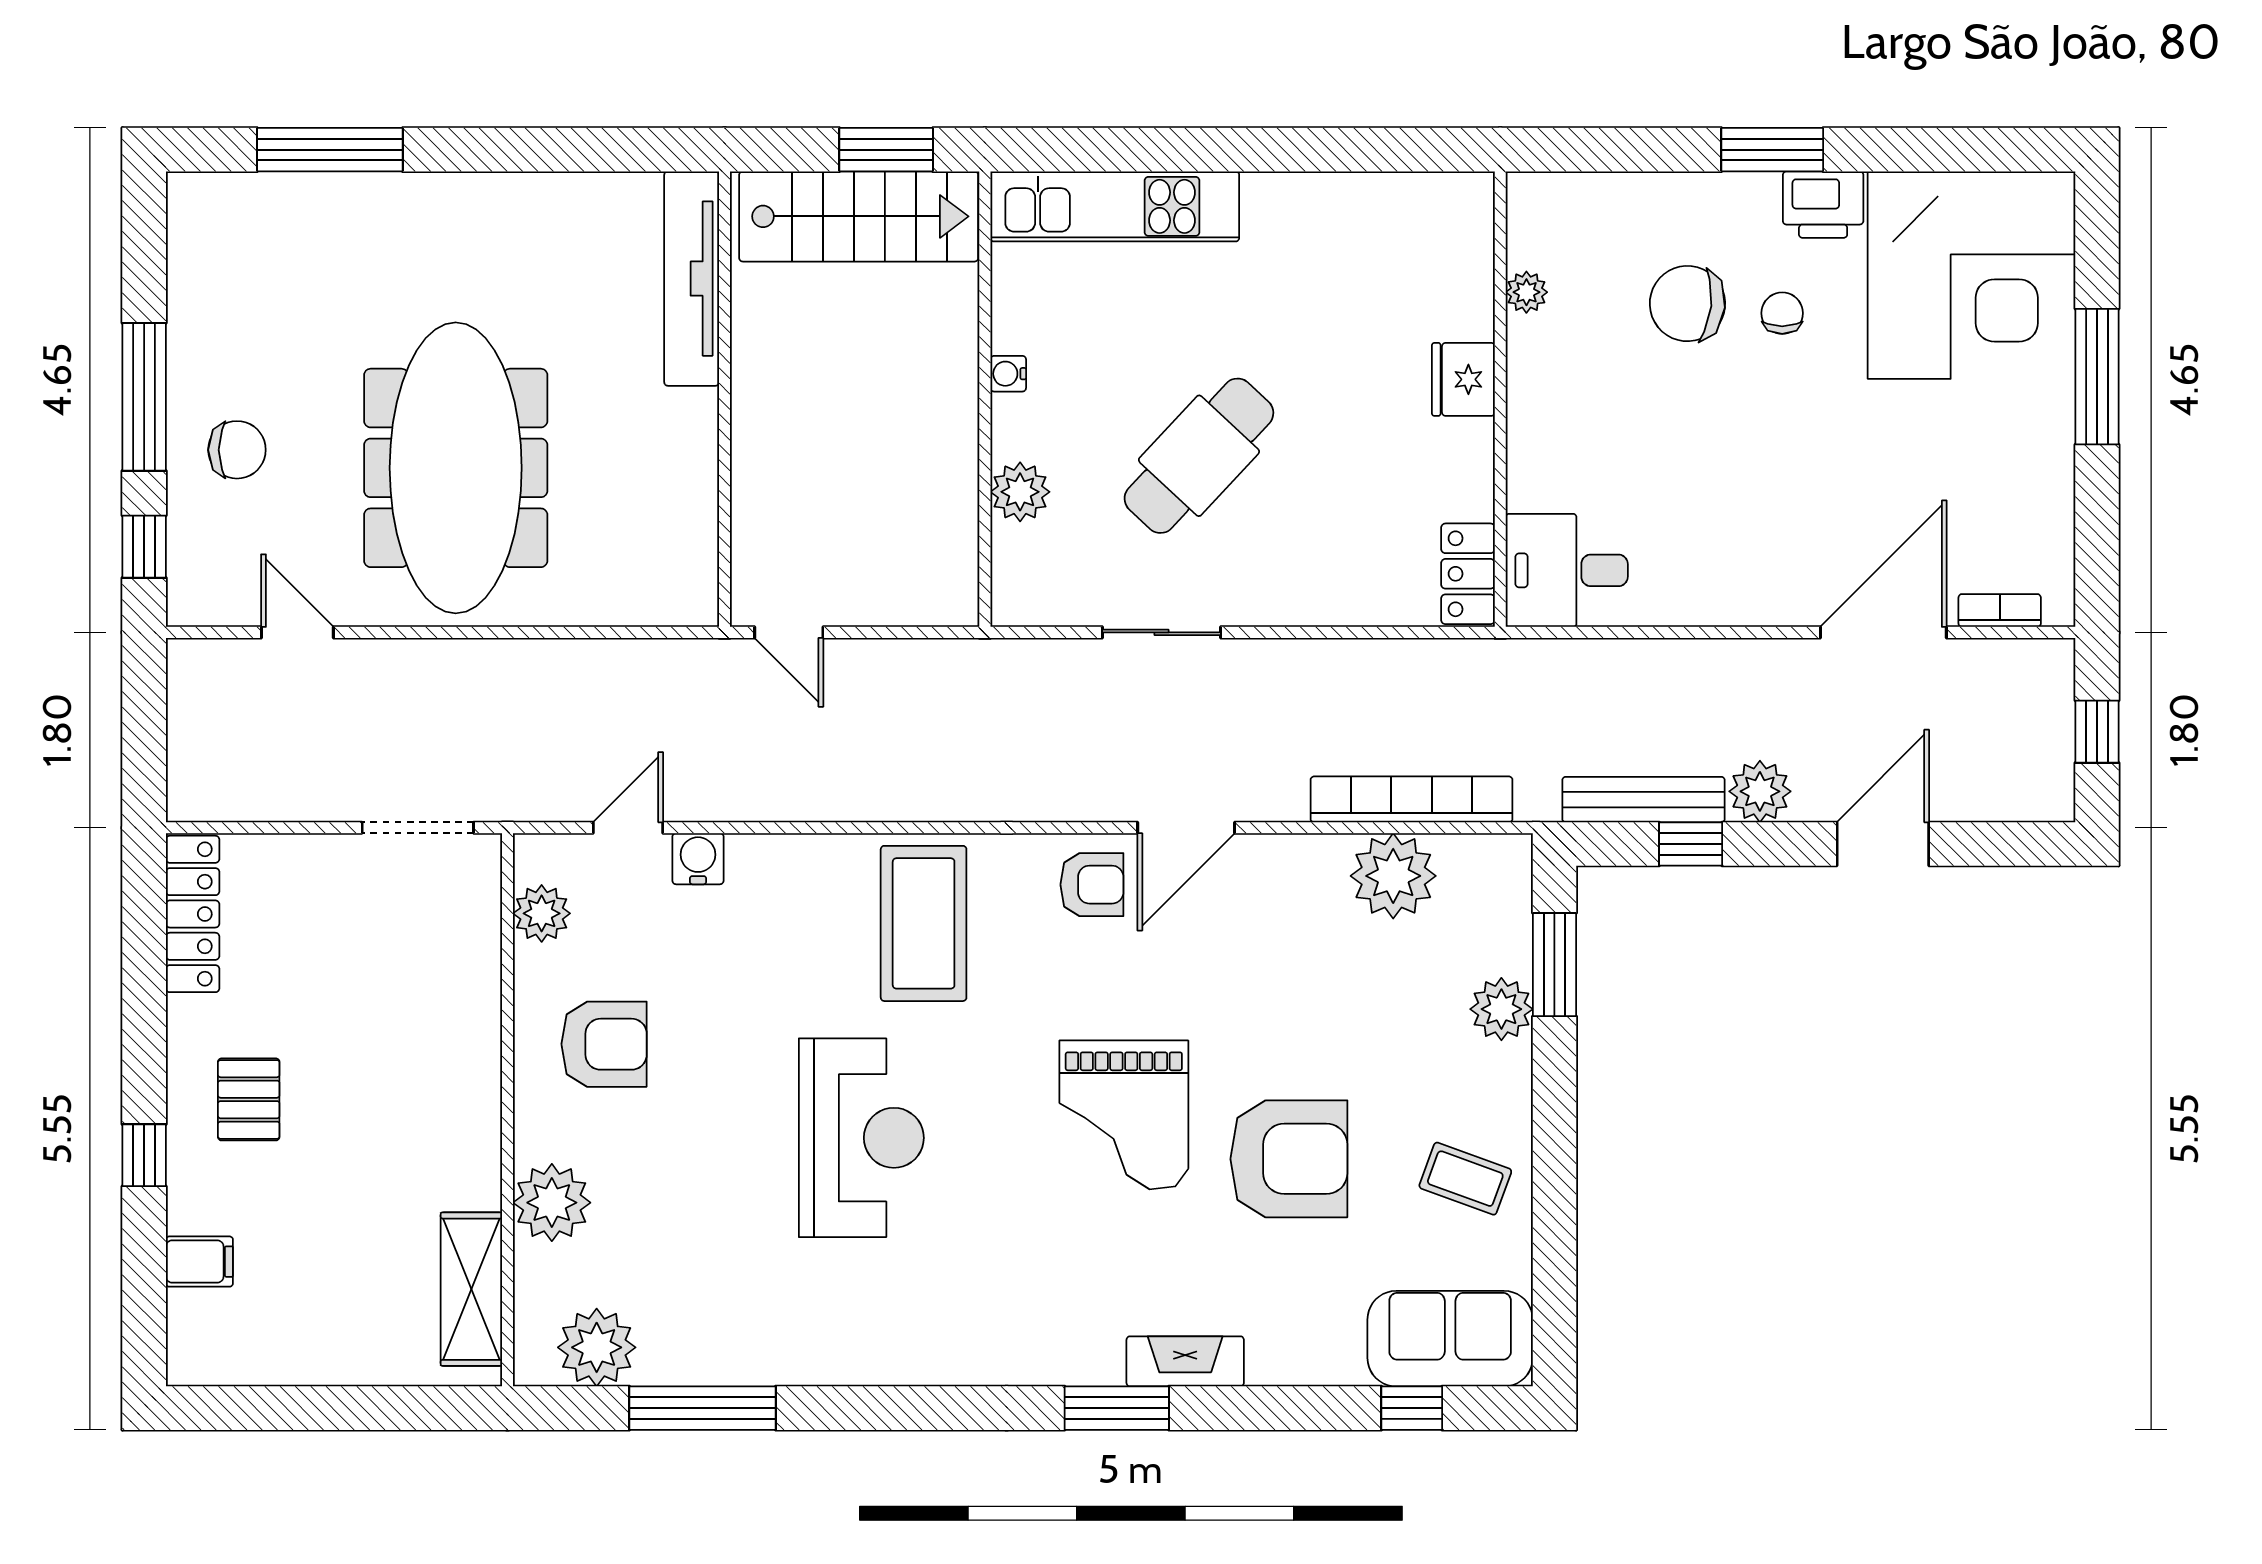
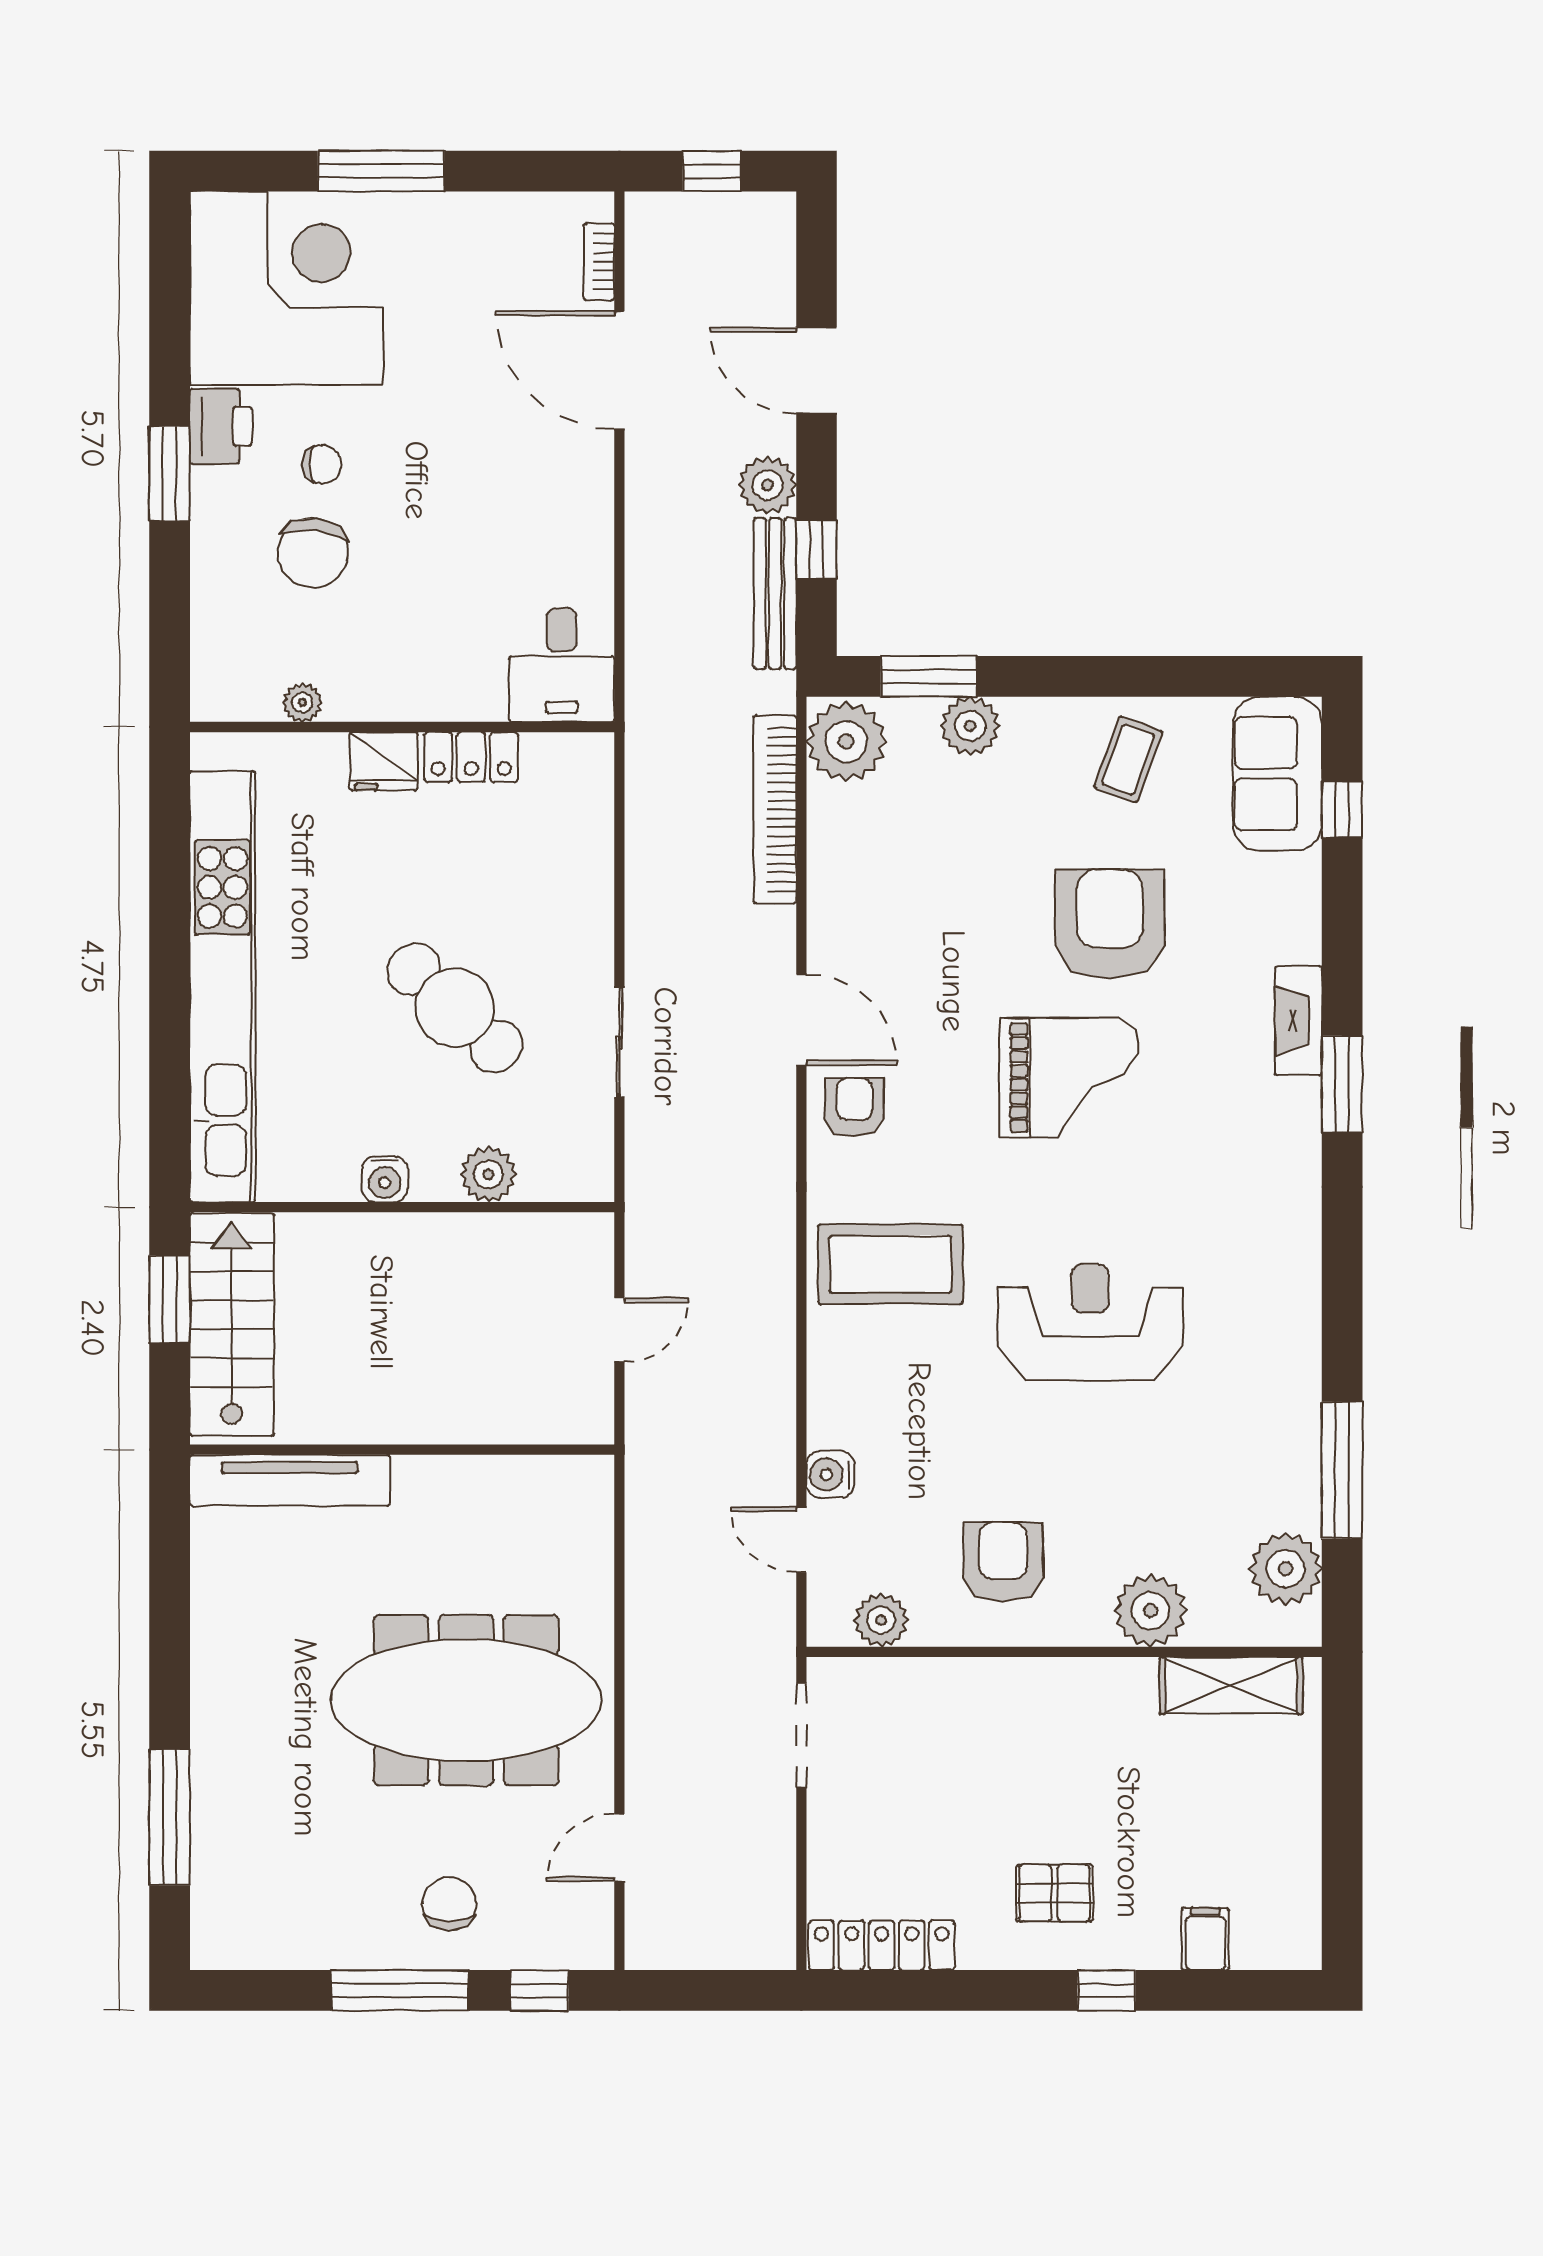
kitchen unit: (1115, 206) -> (222, 987), width x1.86
chair: (1782, 313) -> (322, 464), turned 180
water cooler: (1008, 374) -> (385, 1179), width x1.38, depth x1.38
locker: (1468, 574) -> (471, 757), moved
door: (789, 632) -> (619, 1330), moved
plant: (1393, 876) -> (846, 742), moved

